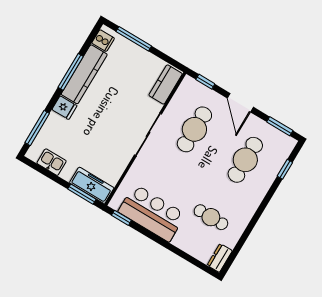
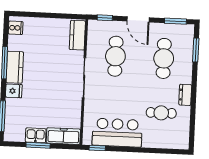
window: (134, 39) -> (37, 15), removed
kitchen counter: (84, 74) -> (15, 67), width x0.67
kitchen sink: (52, 162) -> (36, 135), moved
window: (285, 169) -> (196, 50), width x1.50
window: (82, 194) -> (38, 145), moved
dresser: (220, 258) -> (185, 95), moved

